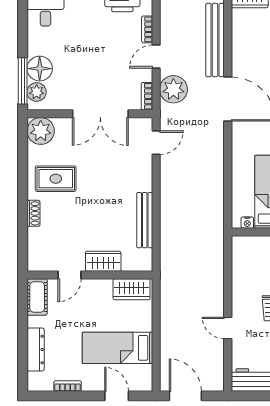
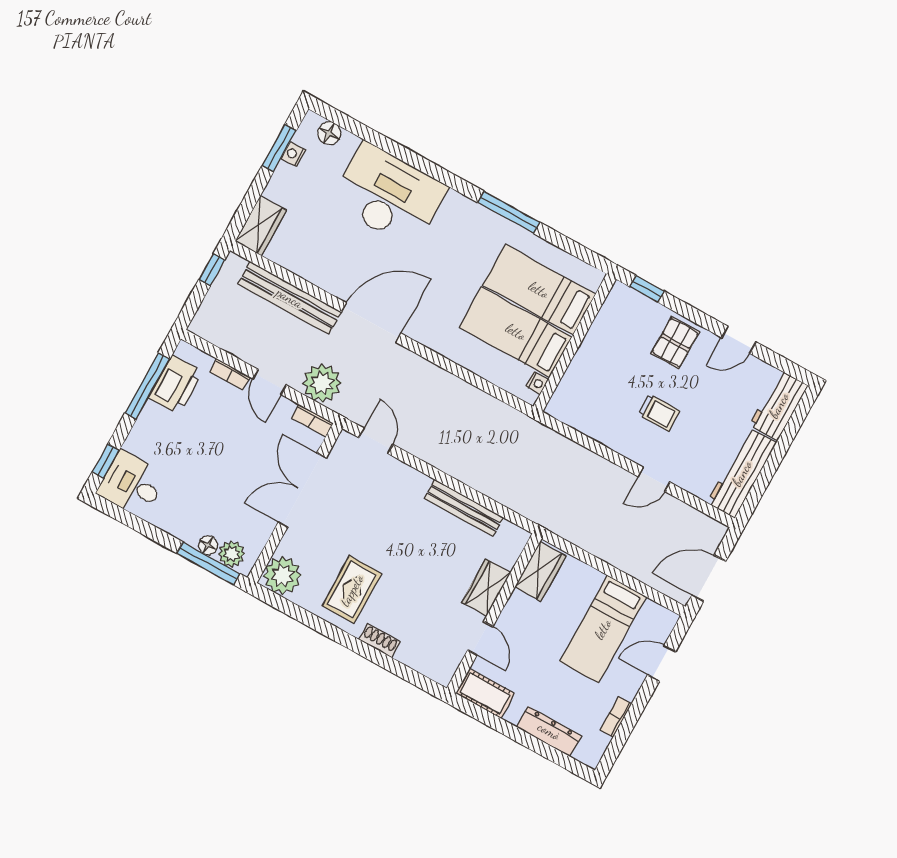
floor lamp: (40, 69) -> (208, 545), width x0.53, depth x0.53
double door: (100, 114) -> (302, 490), swing flipped

